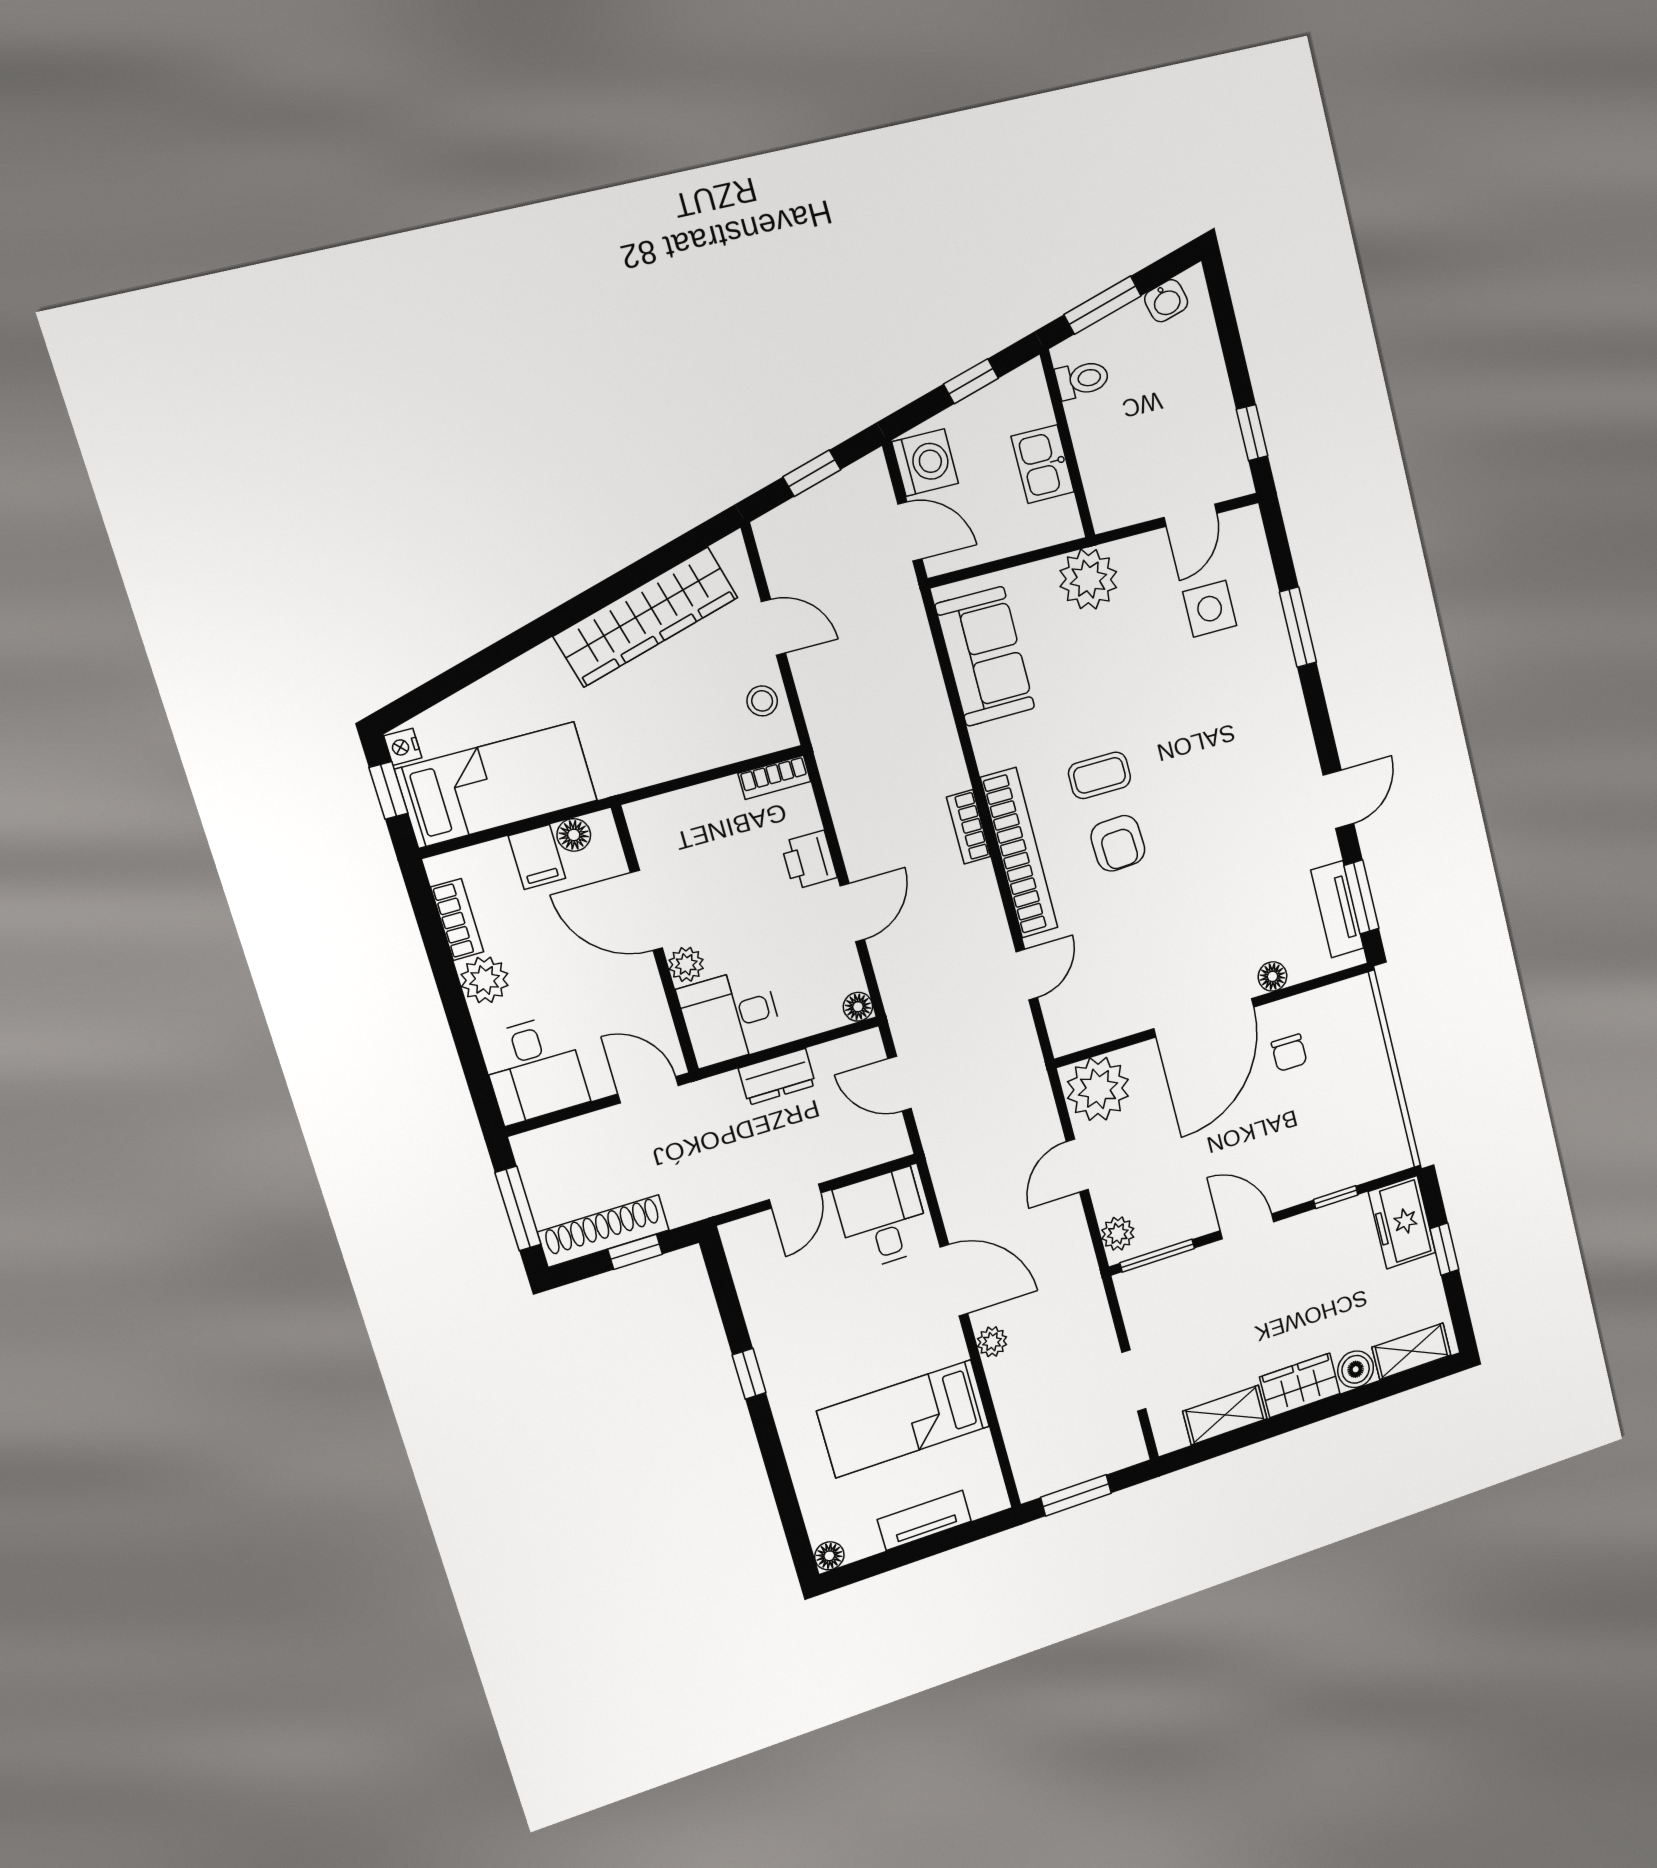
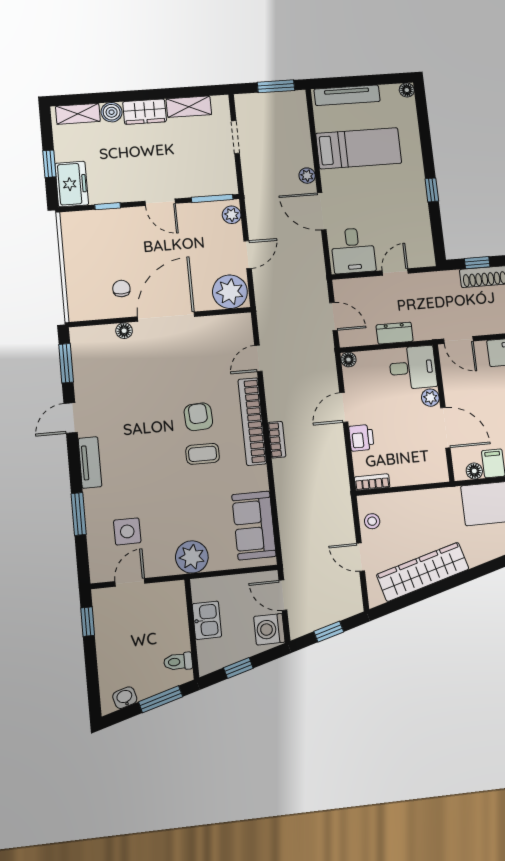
tv unit: (1337, 909) -> (90, 462), moved
tv unit: (924, 1520) -> (347, 95), width x1.41

